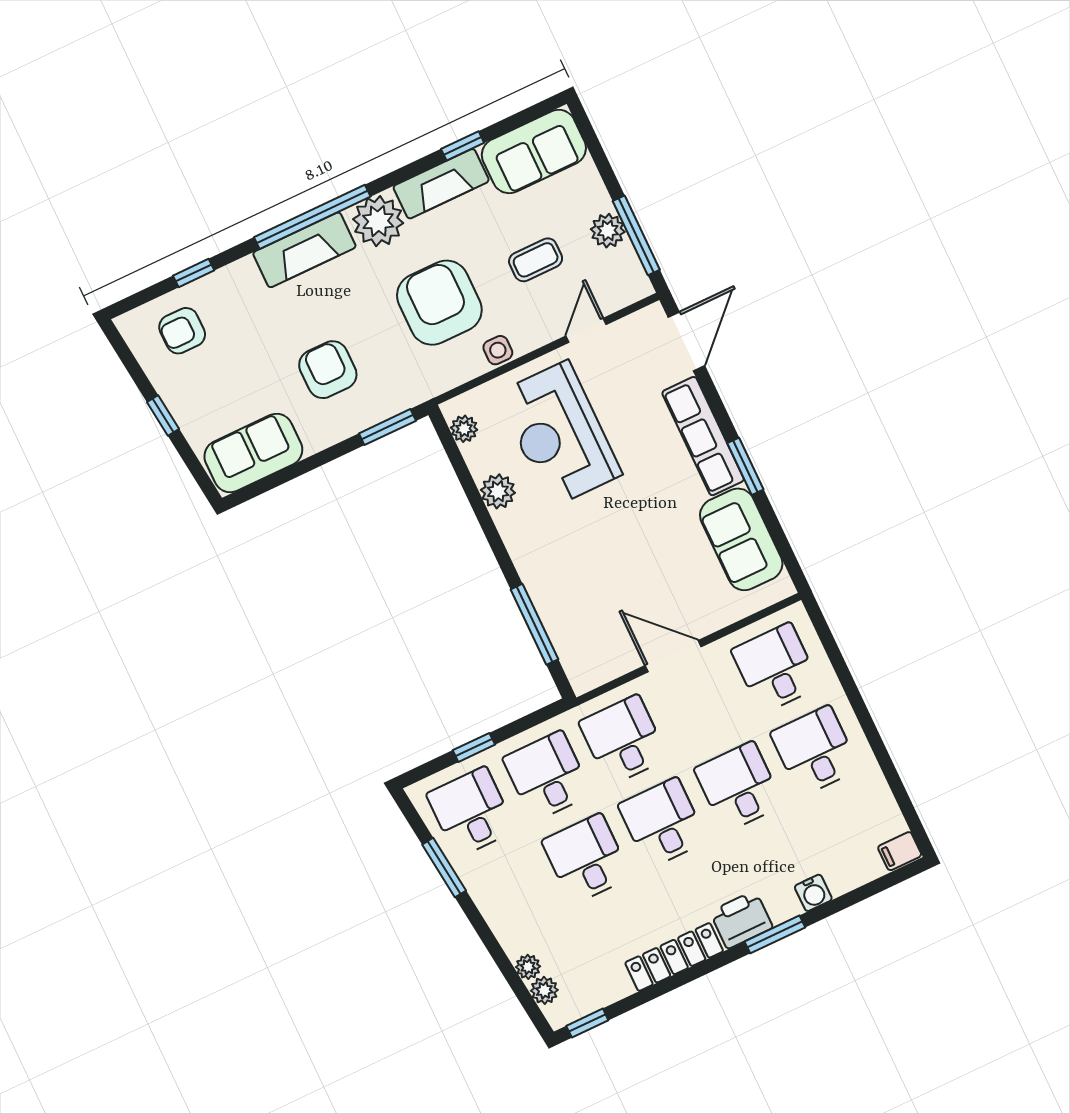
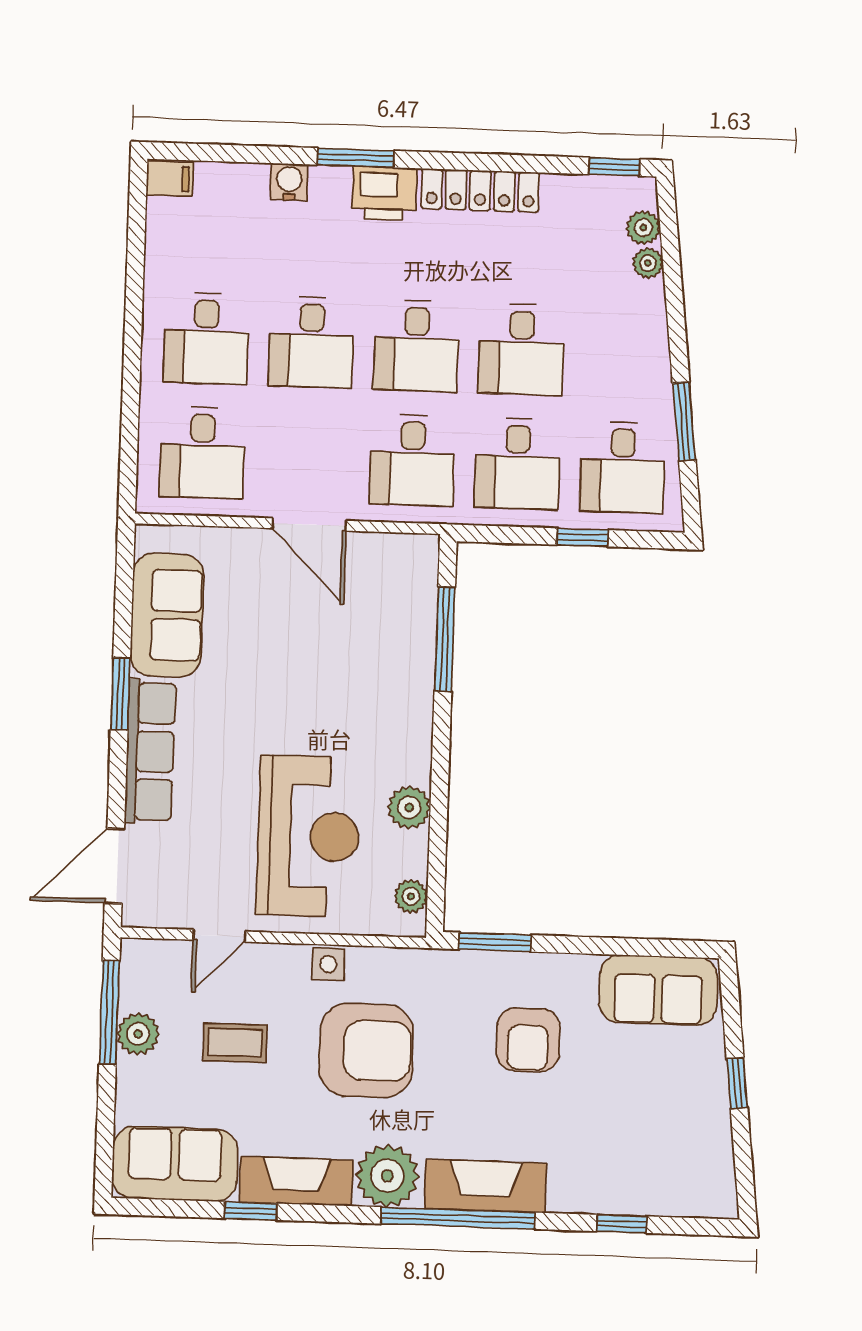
armchair: (439, 303) -> (366, 1050), turned -90
armchair: (182, 331) -> (667, 1166), removed

